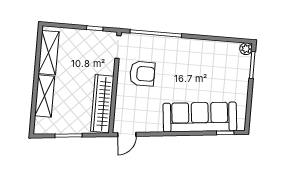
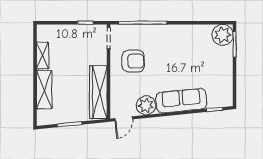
plant: (246, 49) -> (222, 35), width x1.88, depth x1.88
shelving: (49, 53) -> (43, 56), width x0.67, depth x0.75
sofa: (200, 117) -> (181, 101), width x0.74, depth x0.79
plant: (152, 122) -> (146, 105), added

